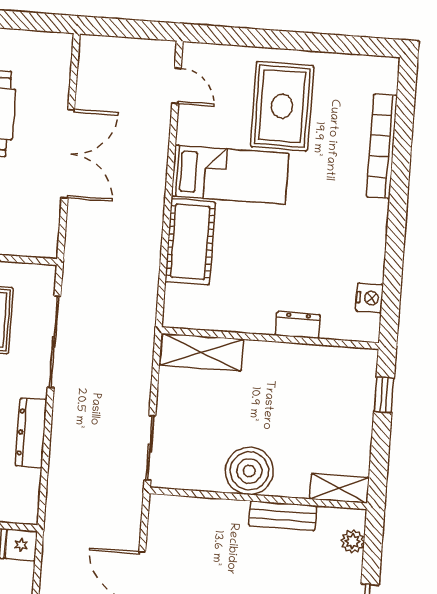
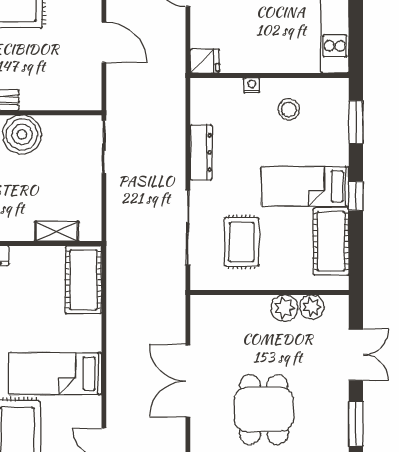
cot: (190, 242) -> (83, 280), moved
shelving: (202, 352) -> (57, 231), width x0.67, depth x0.75

